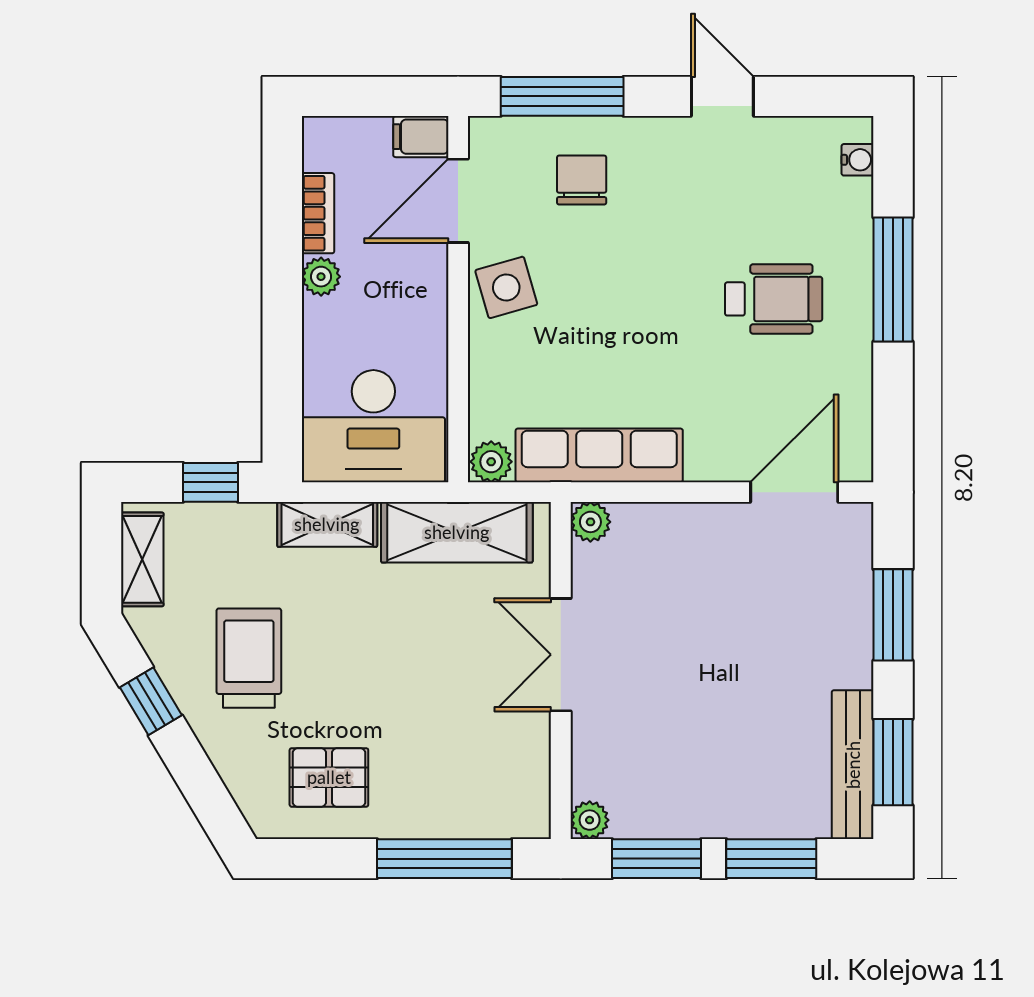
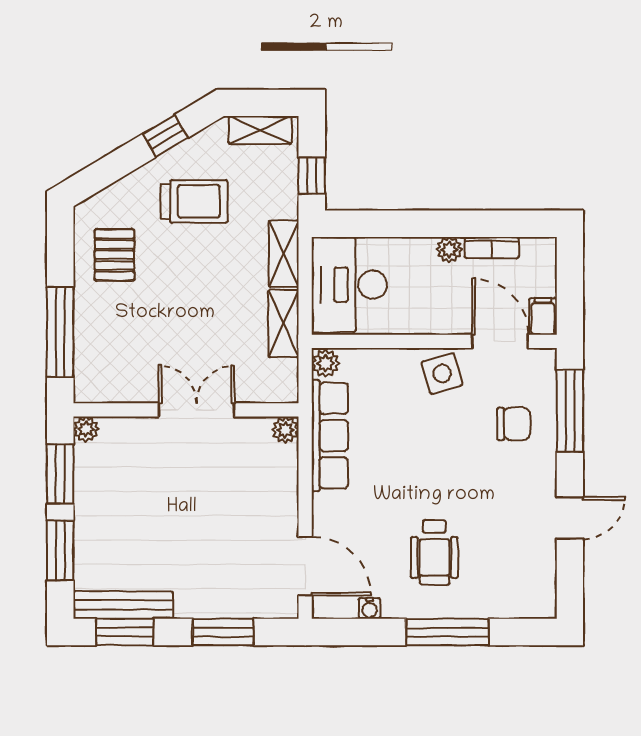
water cooler: (858, 160) -> (370, 608), moved
shelving: (457, 532) -> (283, 324), width x0.67, depth x0.75

